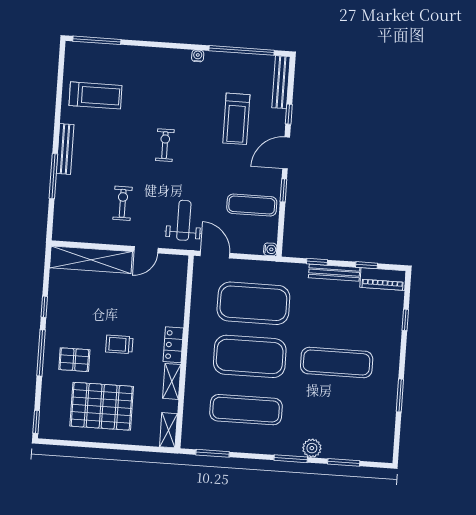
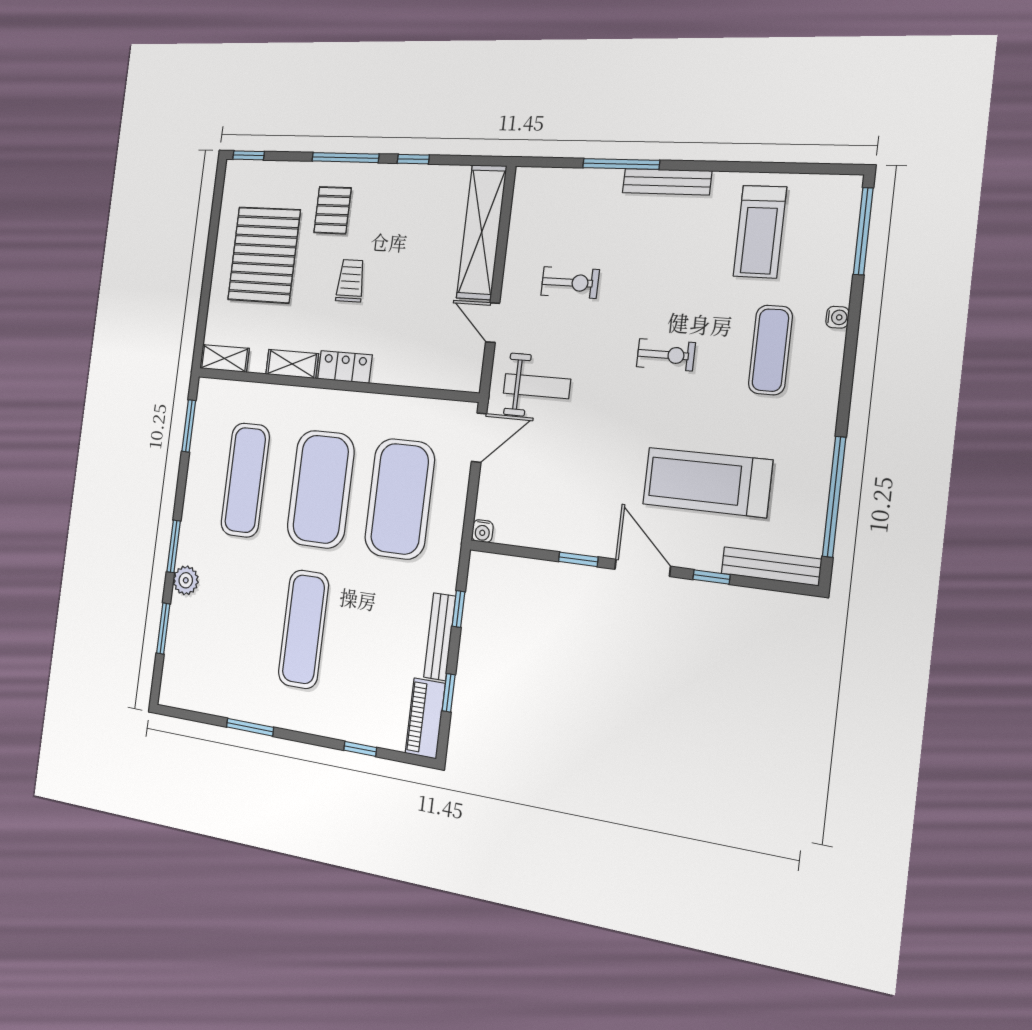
water cooler: (198, 56) -> (837, 317), moved
treadmill: (236, 119) -> (707, 482), width x1.37, depth x1.38
exercise mat: (252, 205) -> (770, 350), moved

